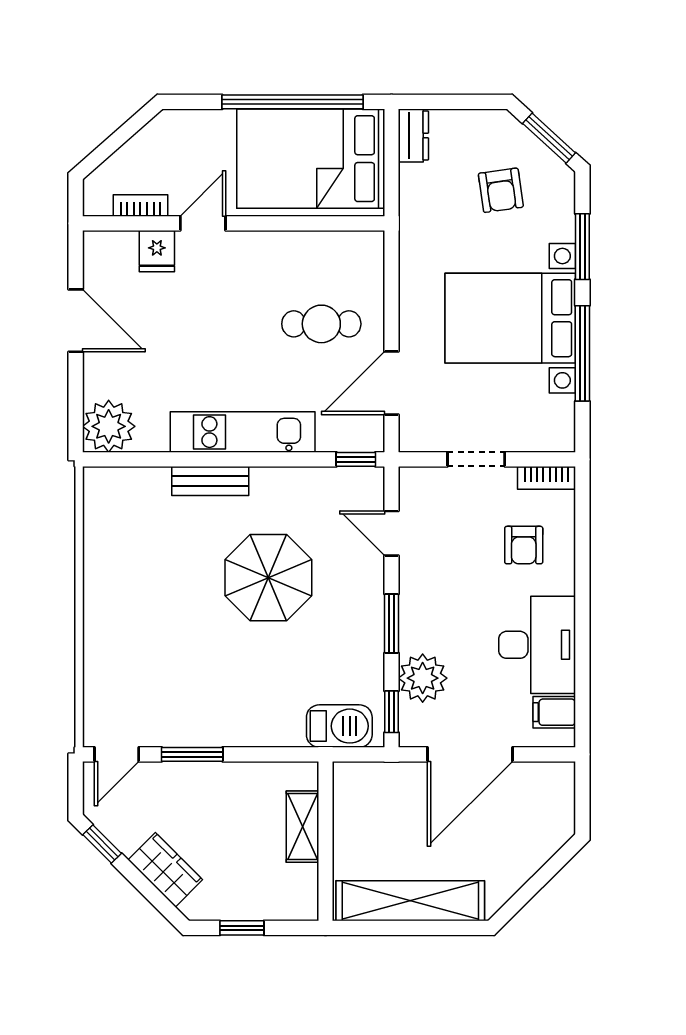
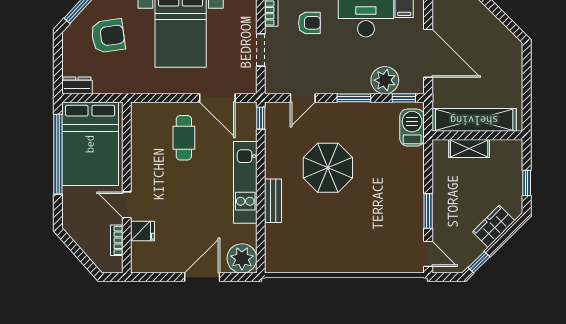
armchair: (501, 190) -> (108, 36), width x1.38, depth x1.38
door: (76, 321) -> (202, 277), moved
shelving: (410, 901) -> (474, 120), moved, turned 90

